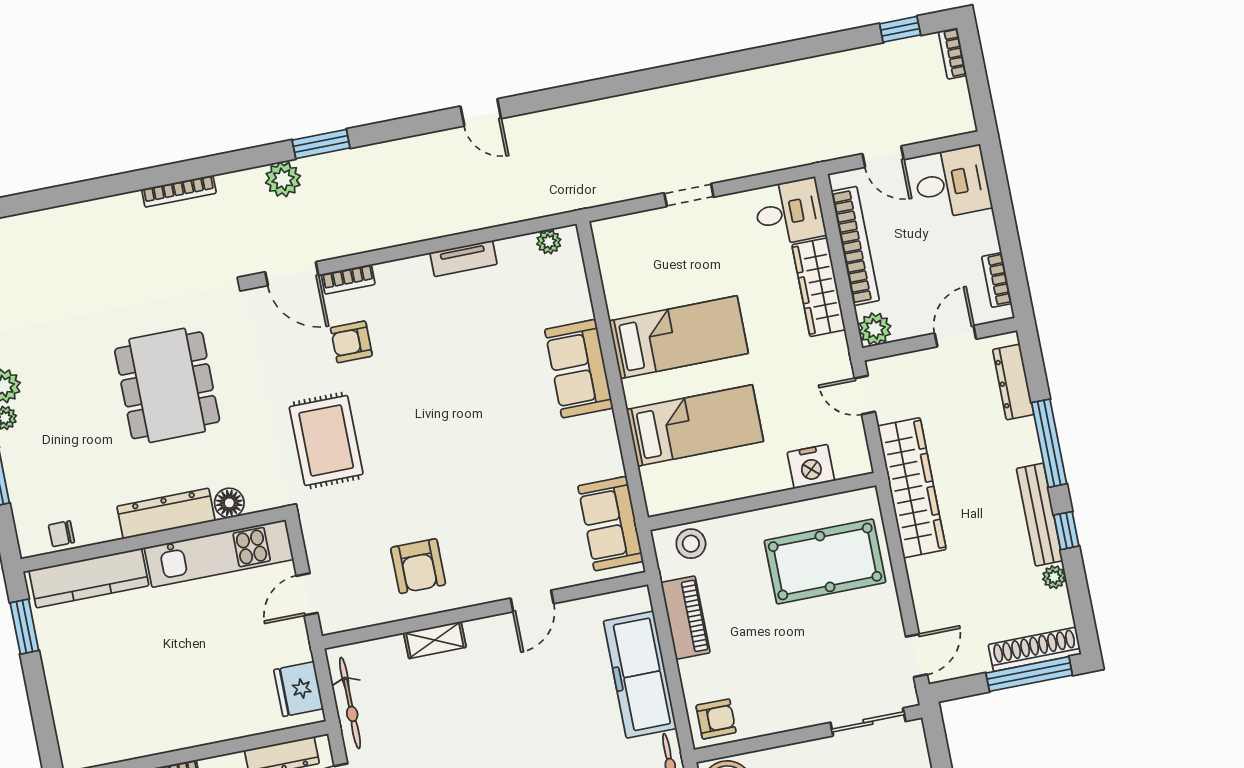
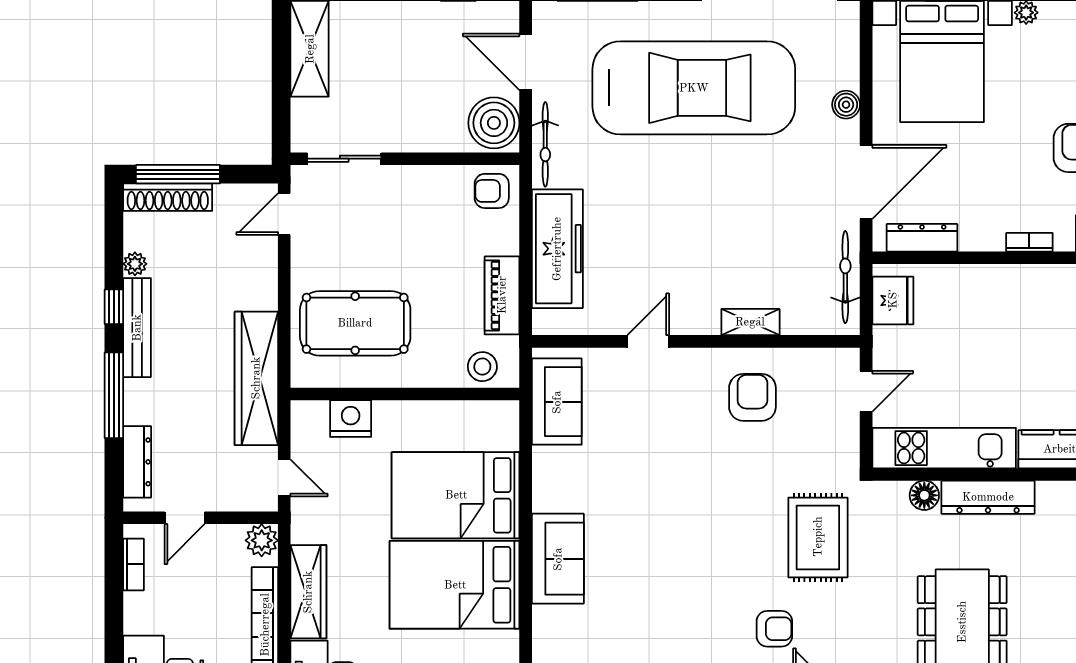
bed: (679, 337) -> (455, 585), width x1.50
bed: (695, 425) -> (456, 495), width x1.50

